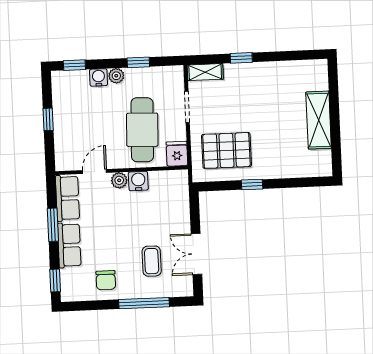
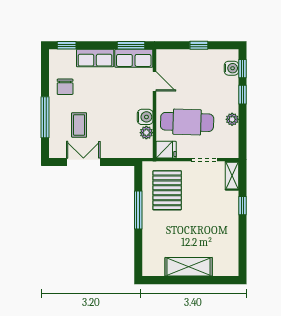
window: (138, 62) -> (242, 95), moved
plant: (116, 76) -> (232, 119), moved
water cooler: (98, 77) -> (231, 68), moved
plant: (119, 180) -> (146, 133), moved
window: (252, 185) -> (138, 210), width x2.17
window: (53, 225) -> (131, 45), moved
coffee table: (152, 261) -> (79, 125), turned 90
chair: (106, 280) -> (65, 87), turned -90

